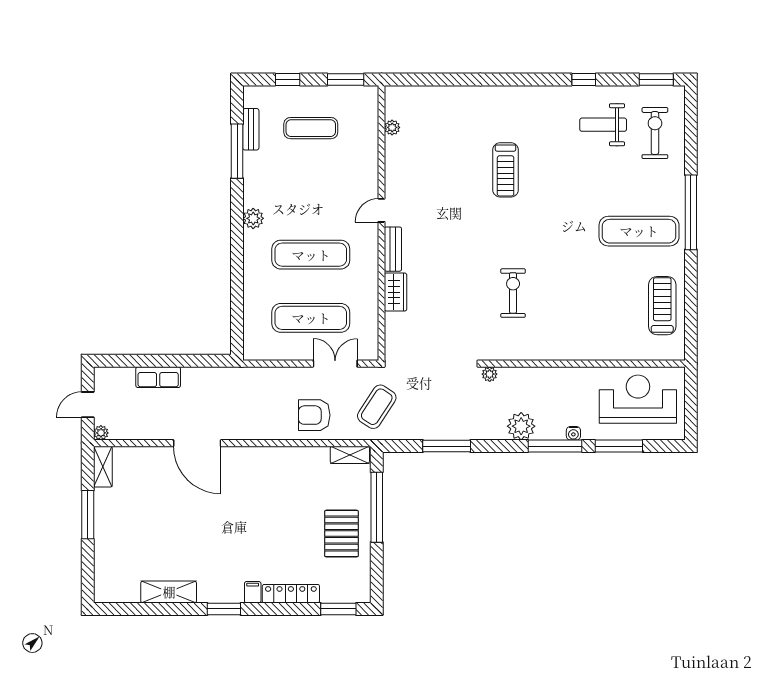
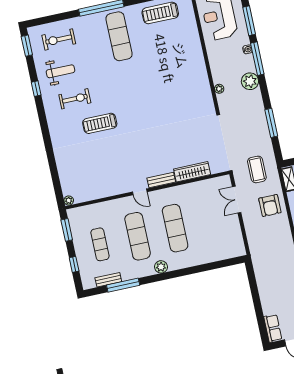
weight bench: (603, 125) -> (60, 71), turned -90
plant: (392, 127) -> (69, 201), moved
treadmill: (506, 170) -> (100, 123), turned 180
wardrobe: (396, 292) -> (192, 172), width x1.50
exercise bike: (513, 293) -> (75, 99), moved, turned 180
exercise mat: (311, 318) -> (138, 236), moved
plant: (490, 374) -> (219, 89), moved
row of seats: (158, 377) -> (273, 328), moved
coffee table: (377, 407) -> (257, 169), turned 57

